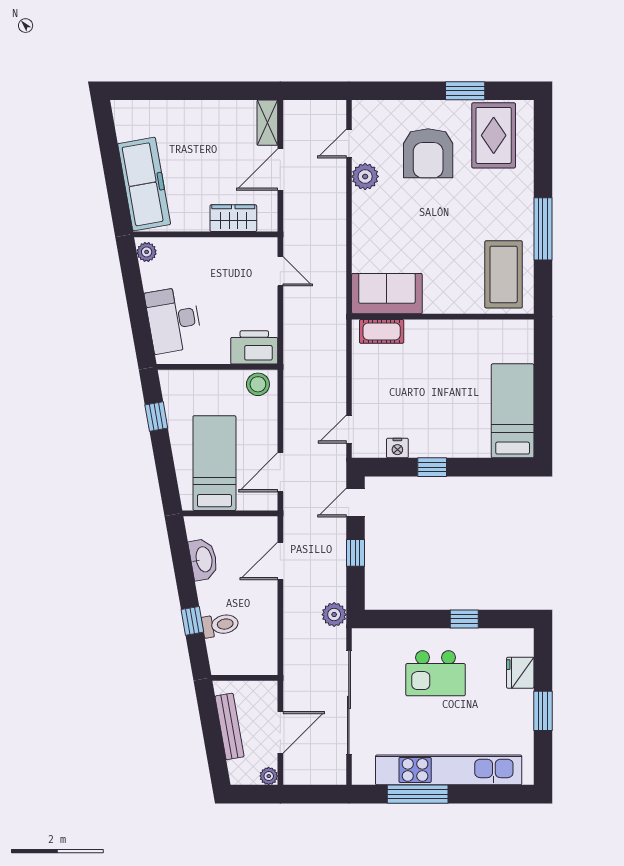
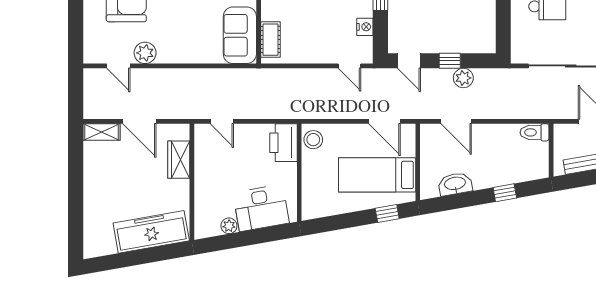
plant: (147, 252) -> (229, 226), moved
door: (280, 271) -> (222, 121), swing flipped
window: (156, 416) -> (387, 213), moved
plant: (334, 615) -> (463, 78), moved
toilet: (220, 625) -> (534, 132), moved, turned -80

